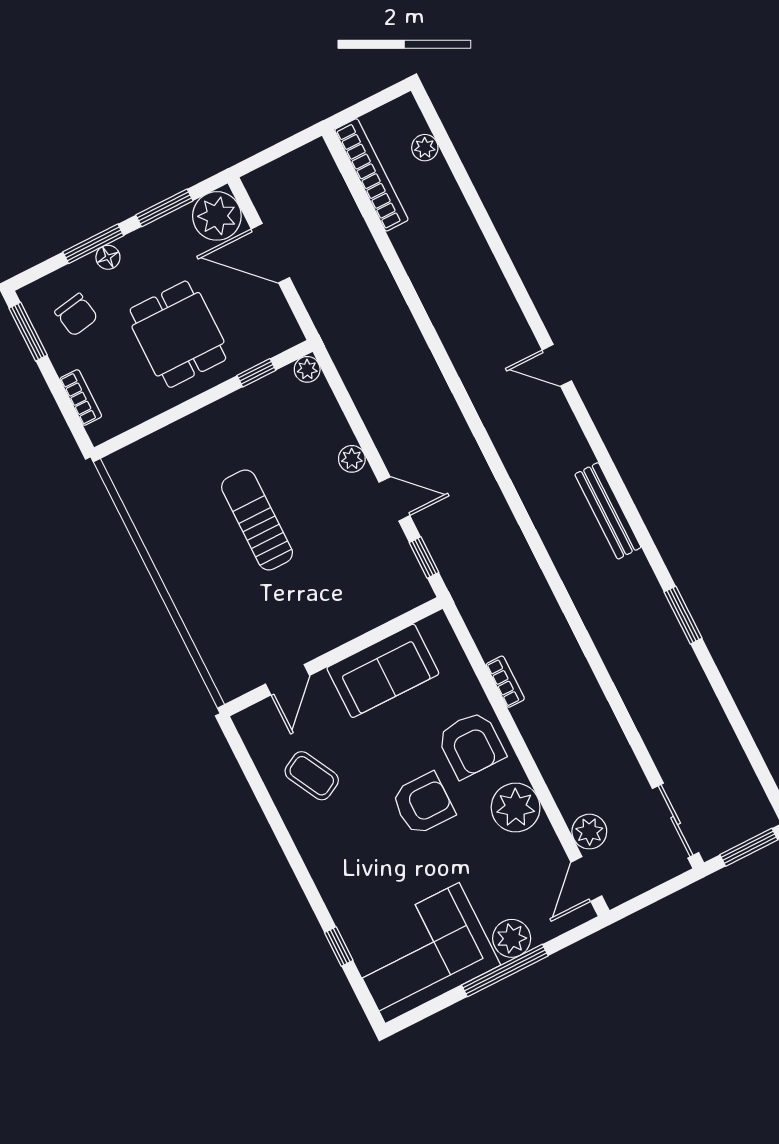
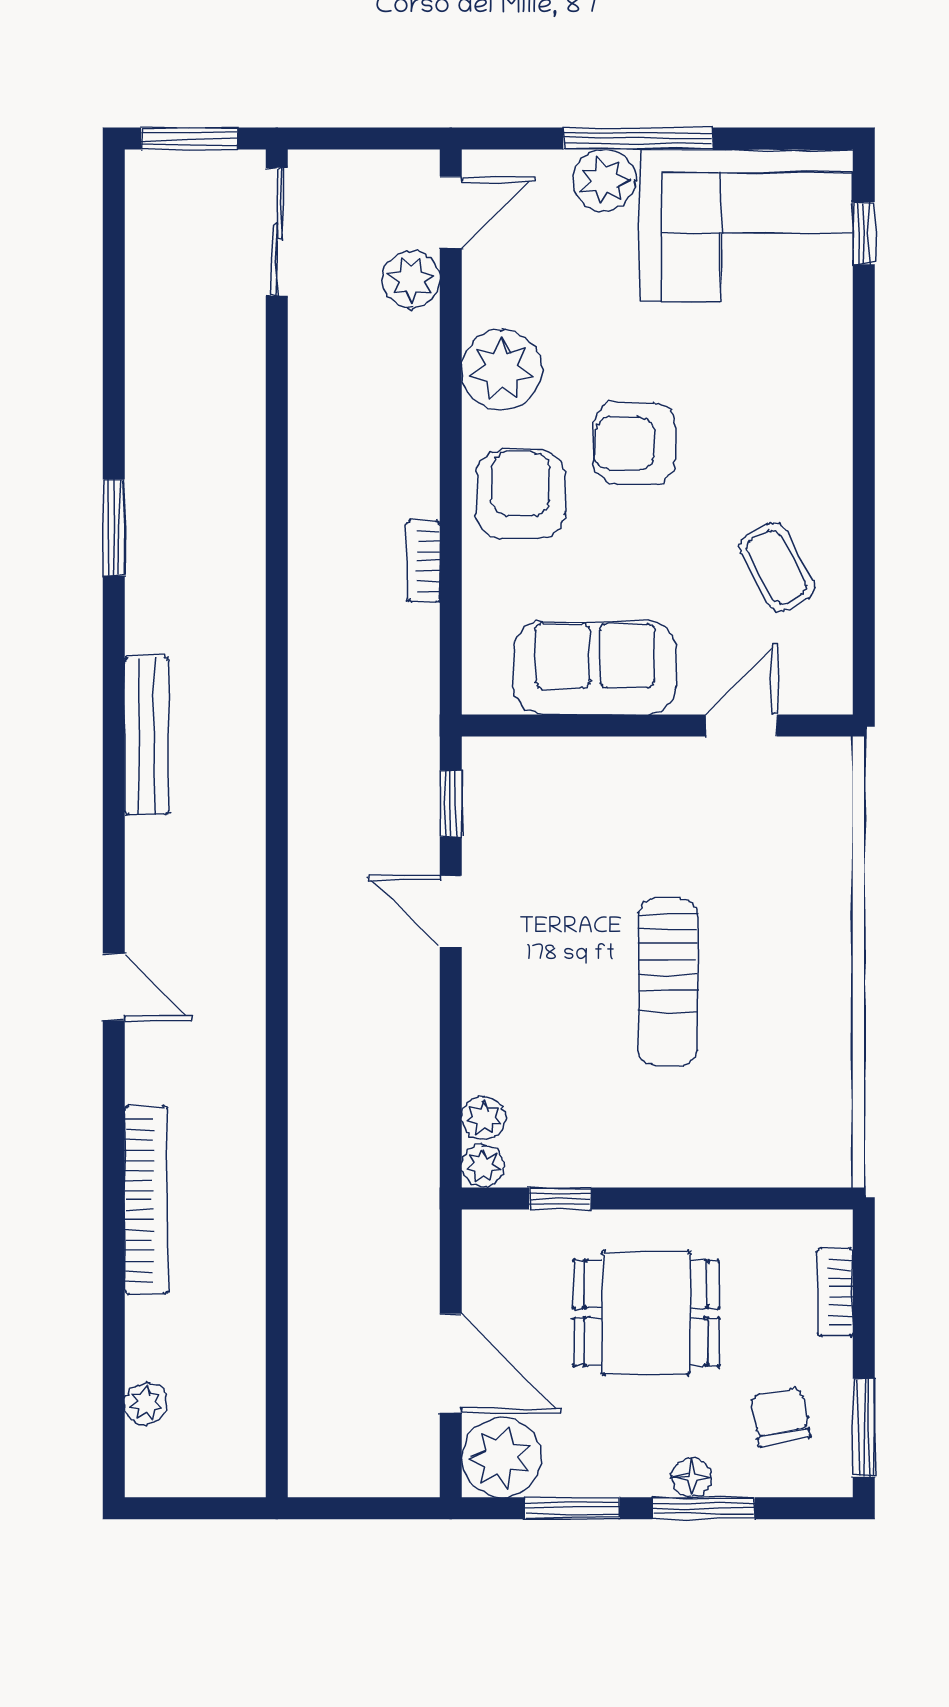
bookcase: (371, 175) -> (146, 1200), moved, turned 180
dining table: (178, 334) -> (646, 1313), turned 90
plant: (352, 459) -> (483, 1118), moved
window: (339, 947) -> (864, 233), moved

